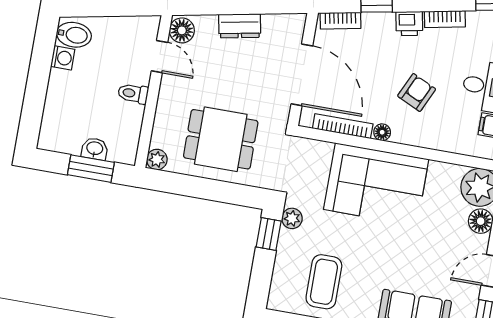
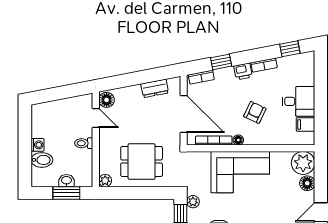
dresser: (240, 26) -> (155, 88), moved
bidet: (74, 35) -> (42, 160), moved
washing machine: (63, 58) -> (38, 145), moved

